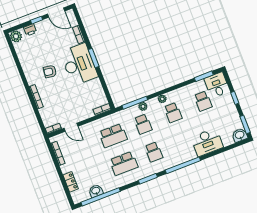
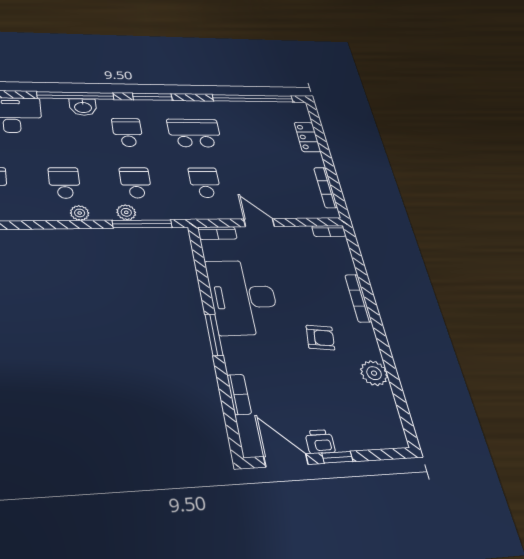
printer: (30, 30) -> (320, 442), moved
plant: (16, 36) -> (374, 373), moved
desk: (79, 64) -> (243, 297), moved
door: (71, 127) -> (259, 223), moved
school desk: (113, 136) -> (205, 183), width x0.54
washbasin: (96, 191) -> (83, 107), moved

